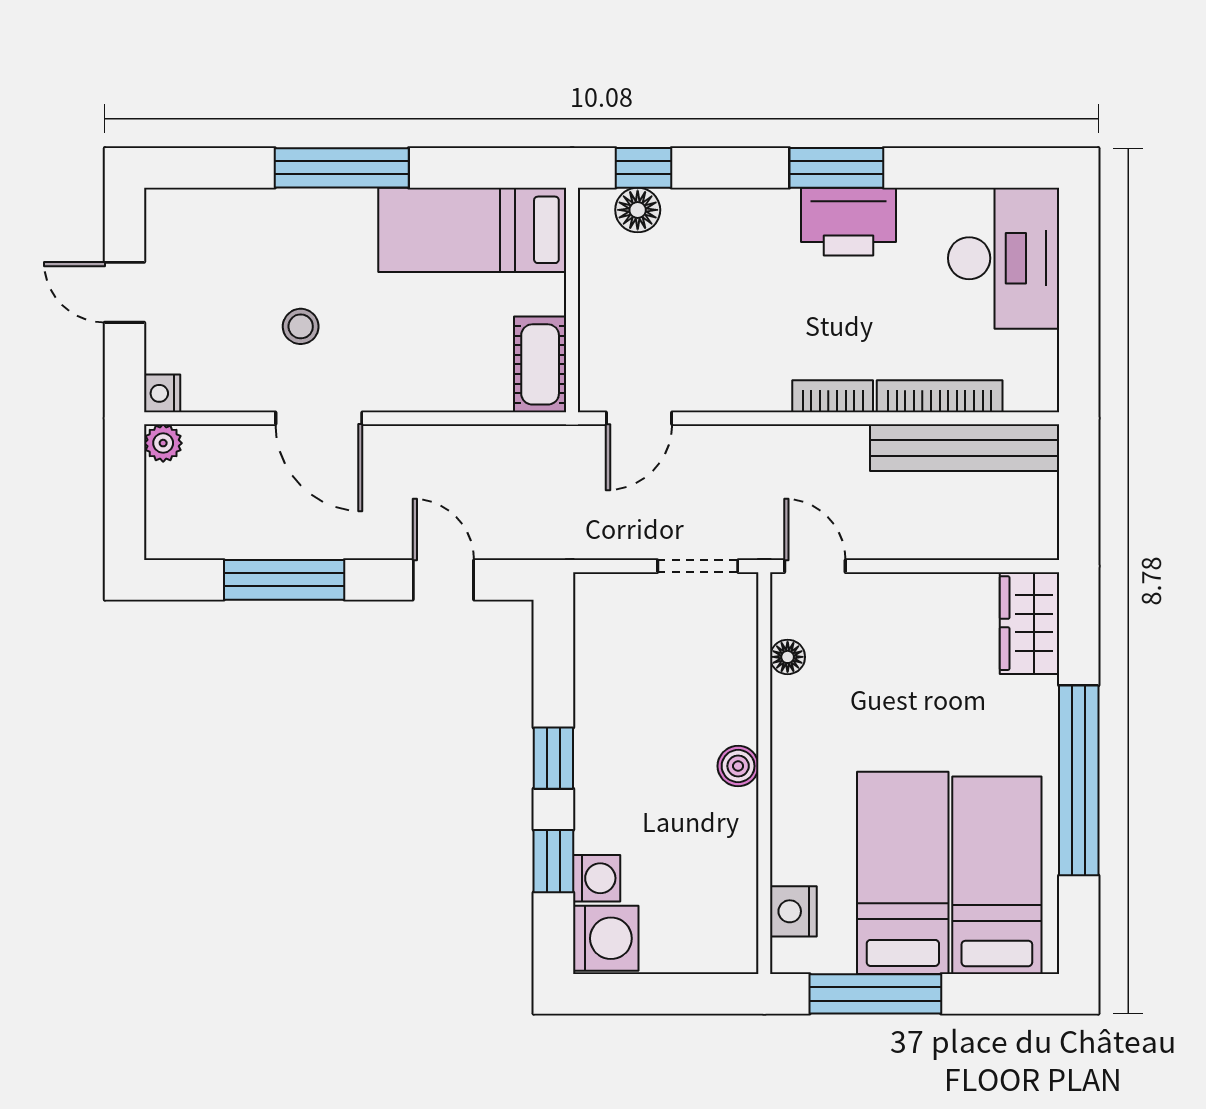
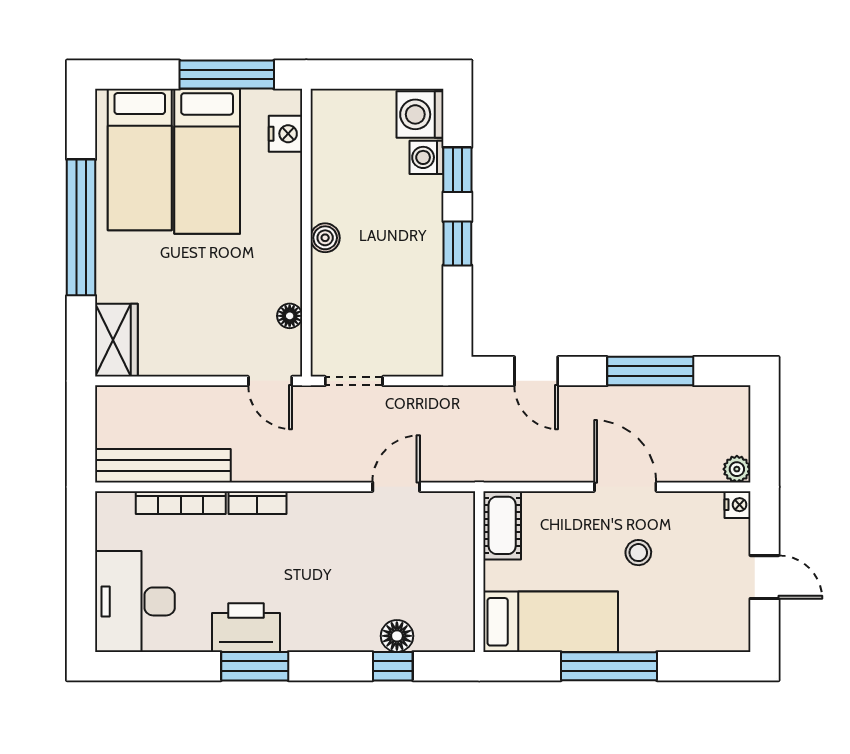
bed: (472, 230) -> (551, 622), moved
wall: (572, 300) -> (479, 572), moved
cot: (540, 364) -> (502, 525), moved

